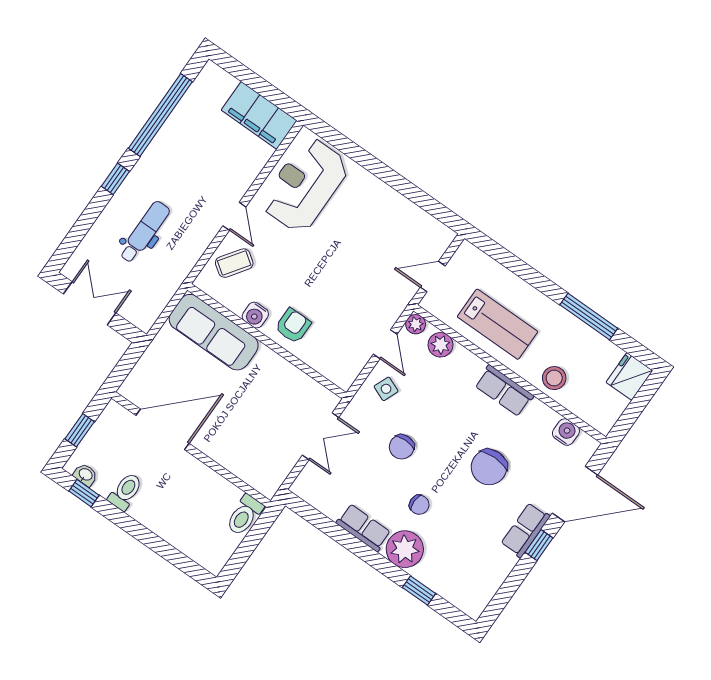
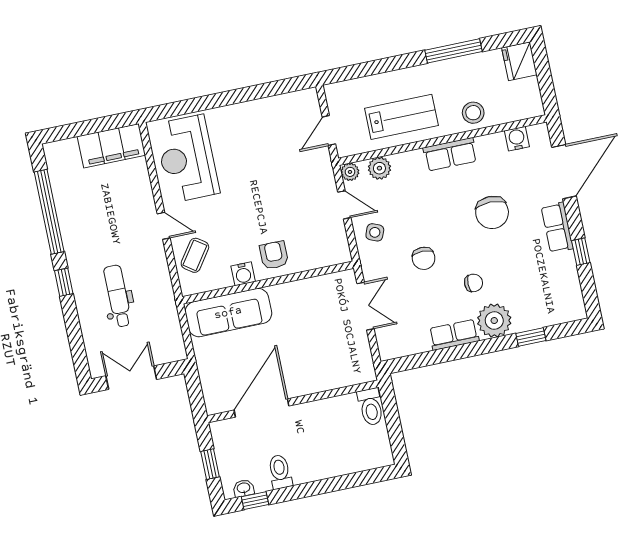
window: (539, 545) -> (581, 252), moved

